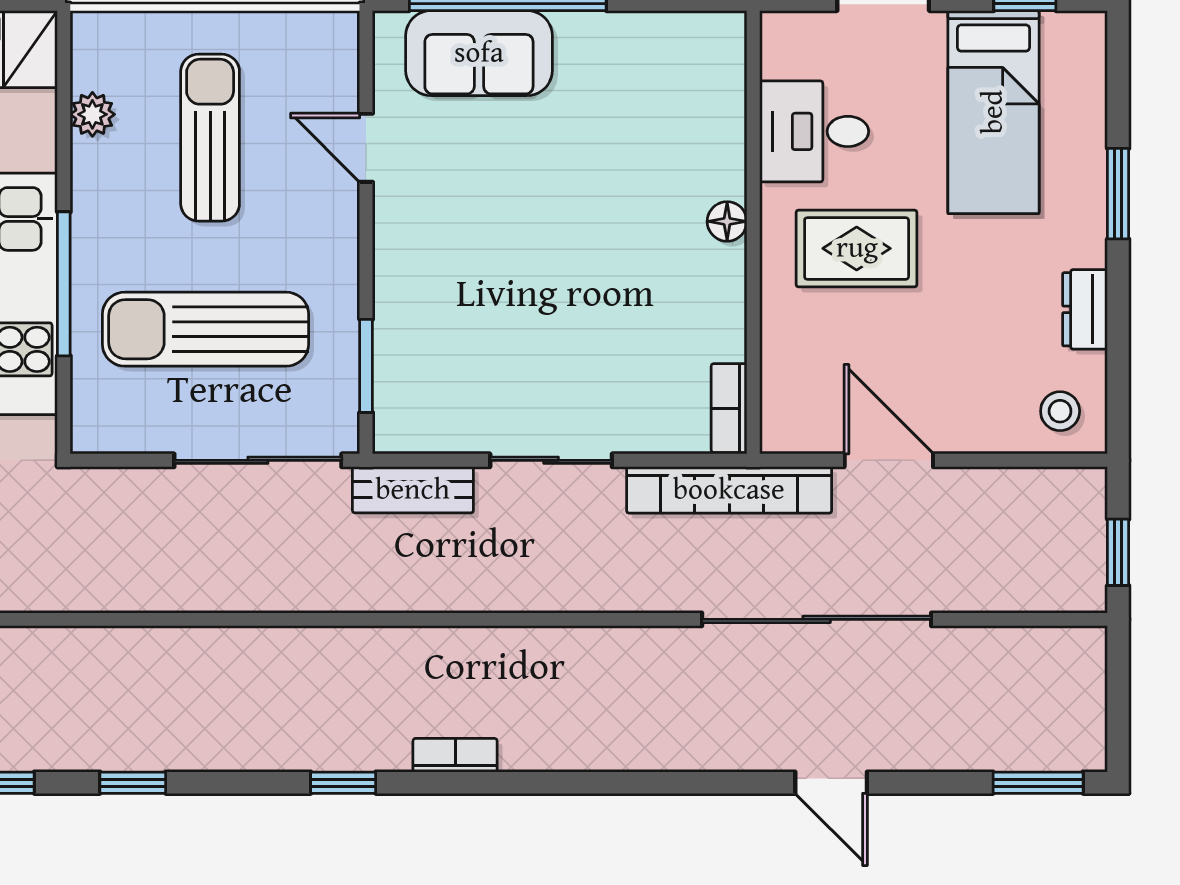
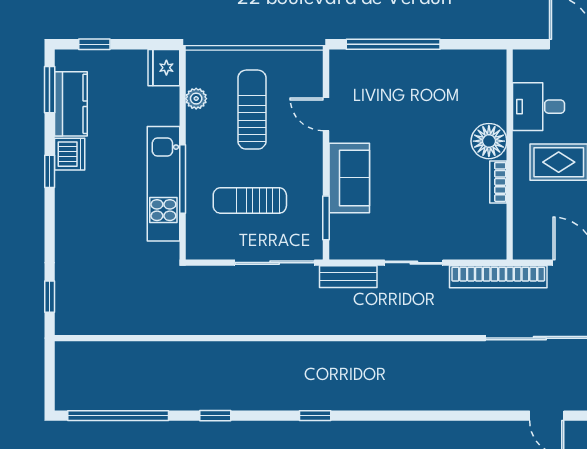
sofa: (479, 53) -> (349, 178), moved, turned -90
floor lamp: (727, 221) -> (489, 141), width x1.89, depth x1.89
sun lounger: (205, 329) -> (250, 200), width x0.73, depth x0.75
bookcase: (729, 408) -> (498, 182), moved
bookcase: (455, 755) -> (368, 403), removed

